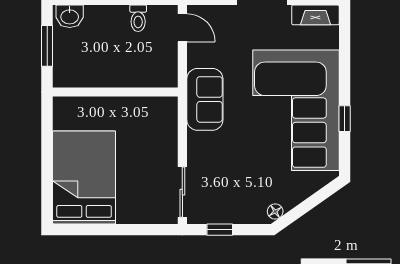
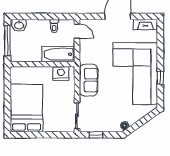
window: (47, 46) -> (7, 40), width x1.44
bathtub: (146, 73) -> (58, 54), added
sofa: (205, 99) -> (88, 80), moved
nightstand: (151, 110) -> (61, 73), added

